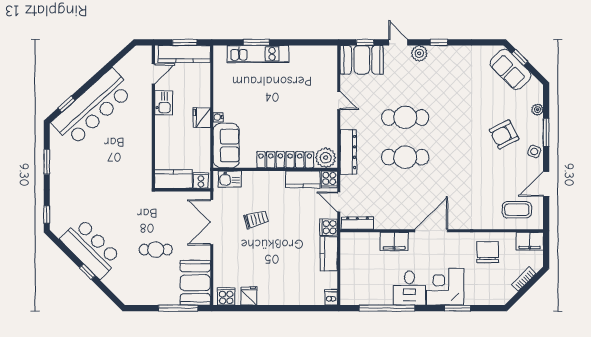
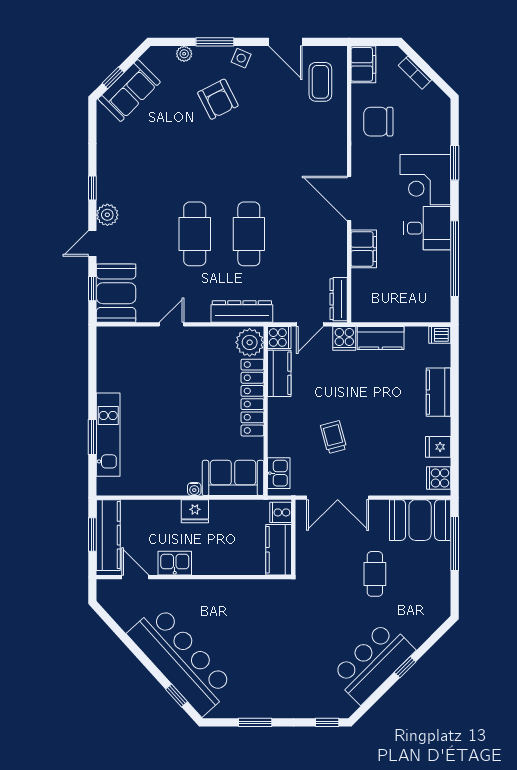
kitchen counter: (289, 296) -> (439, 392), added

